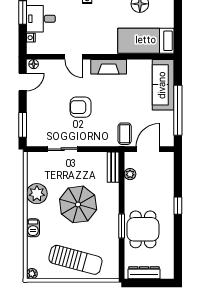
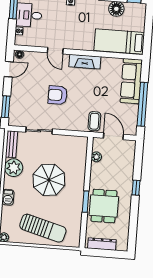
door: (148, 149) -> (113, 136), hinge flipped
bench: (113, 167) -> (12, 144), moved

